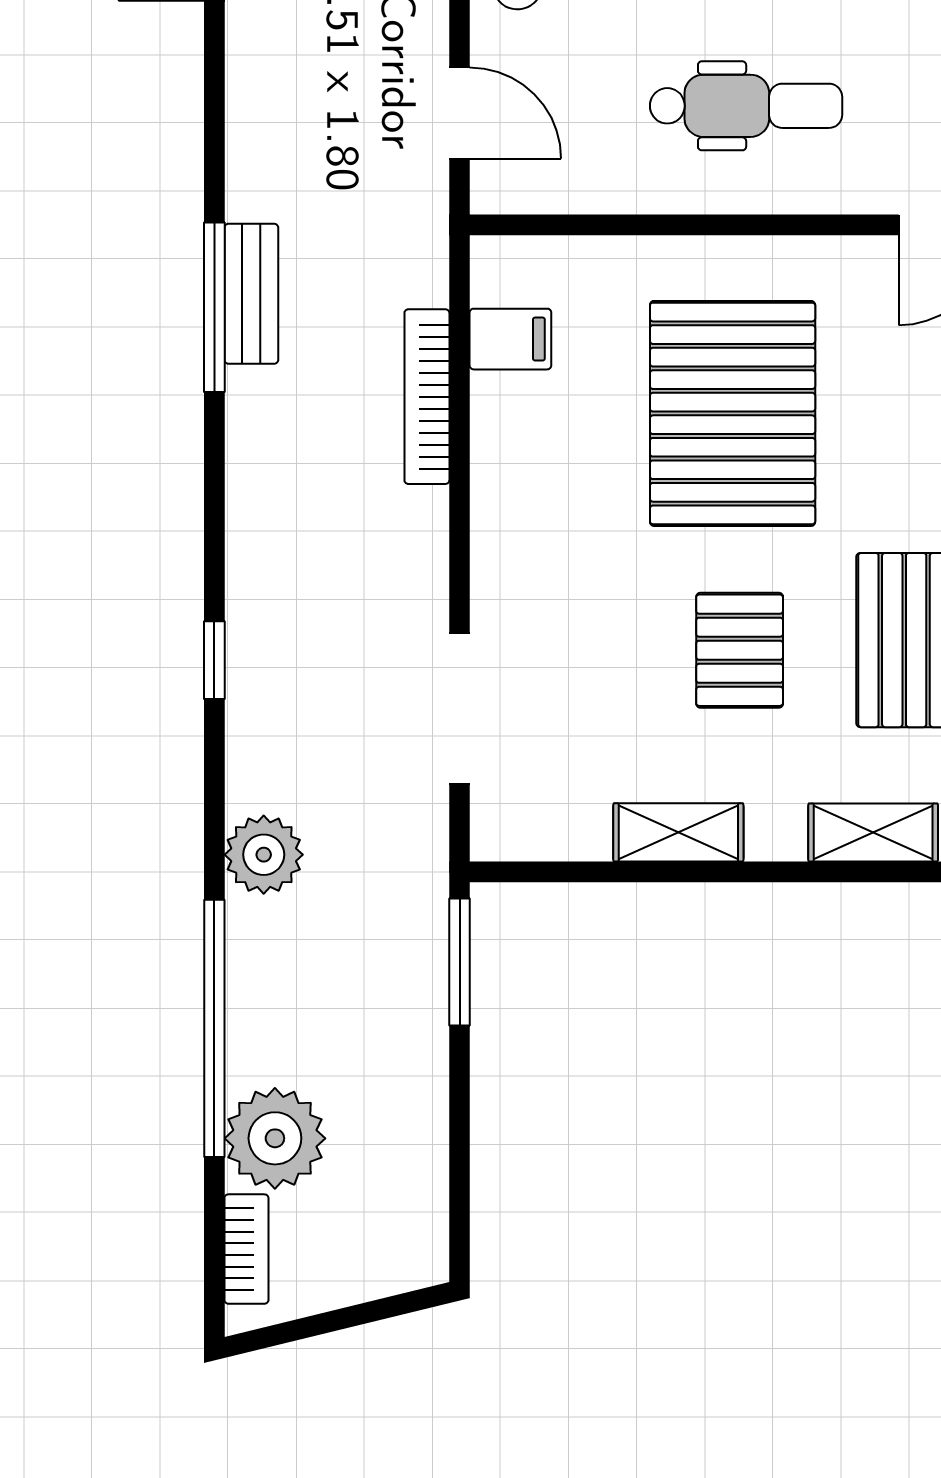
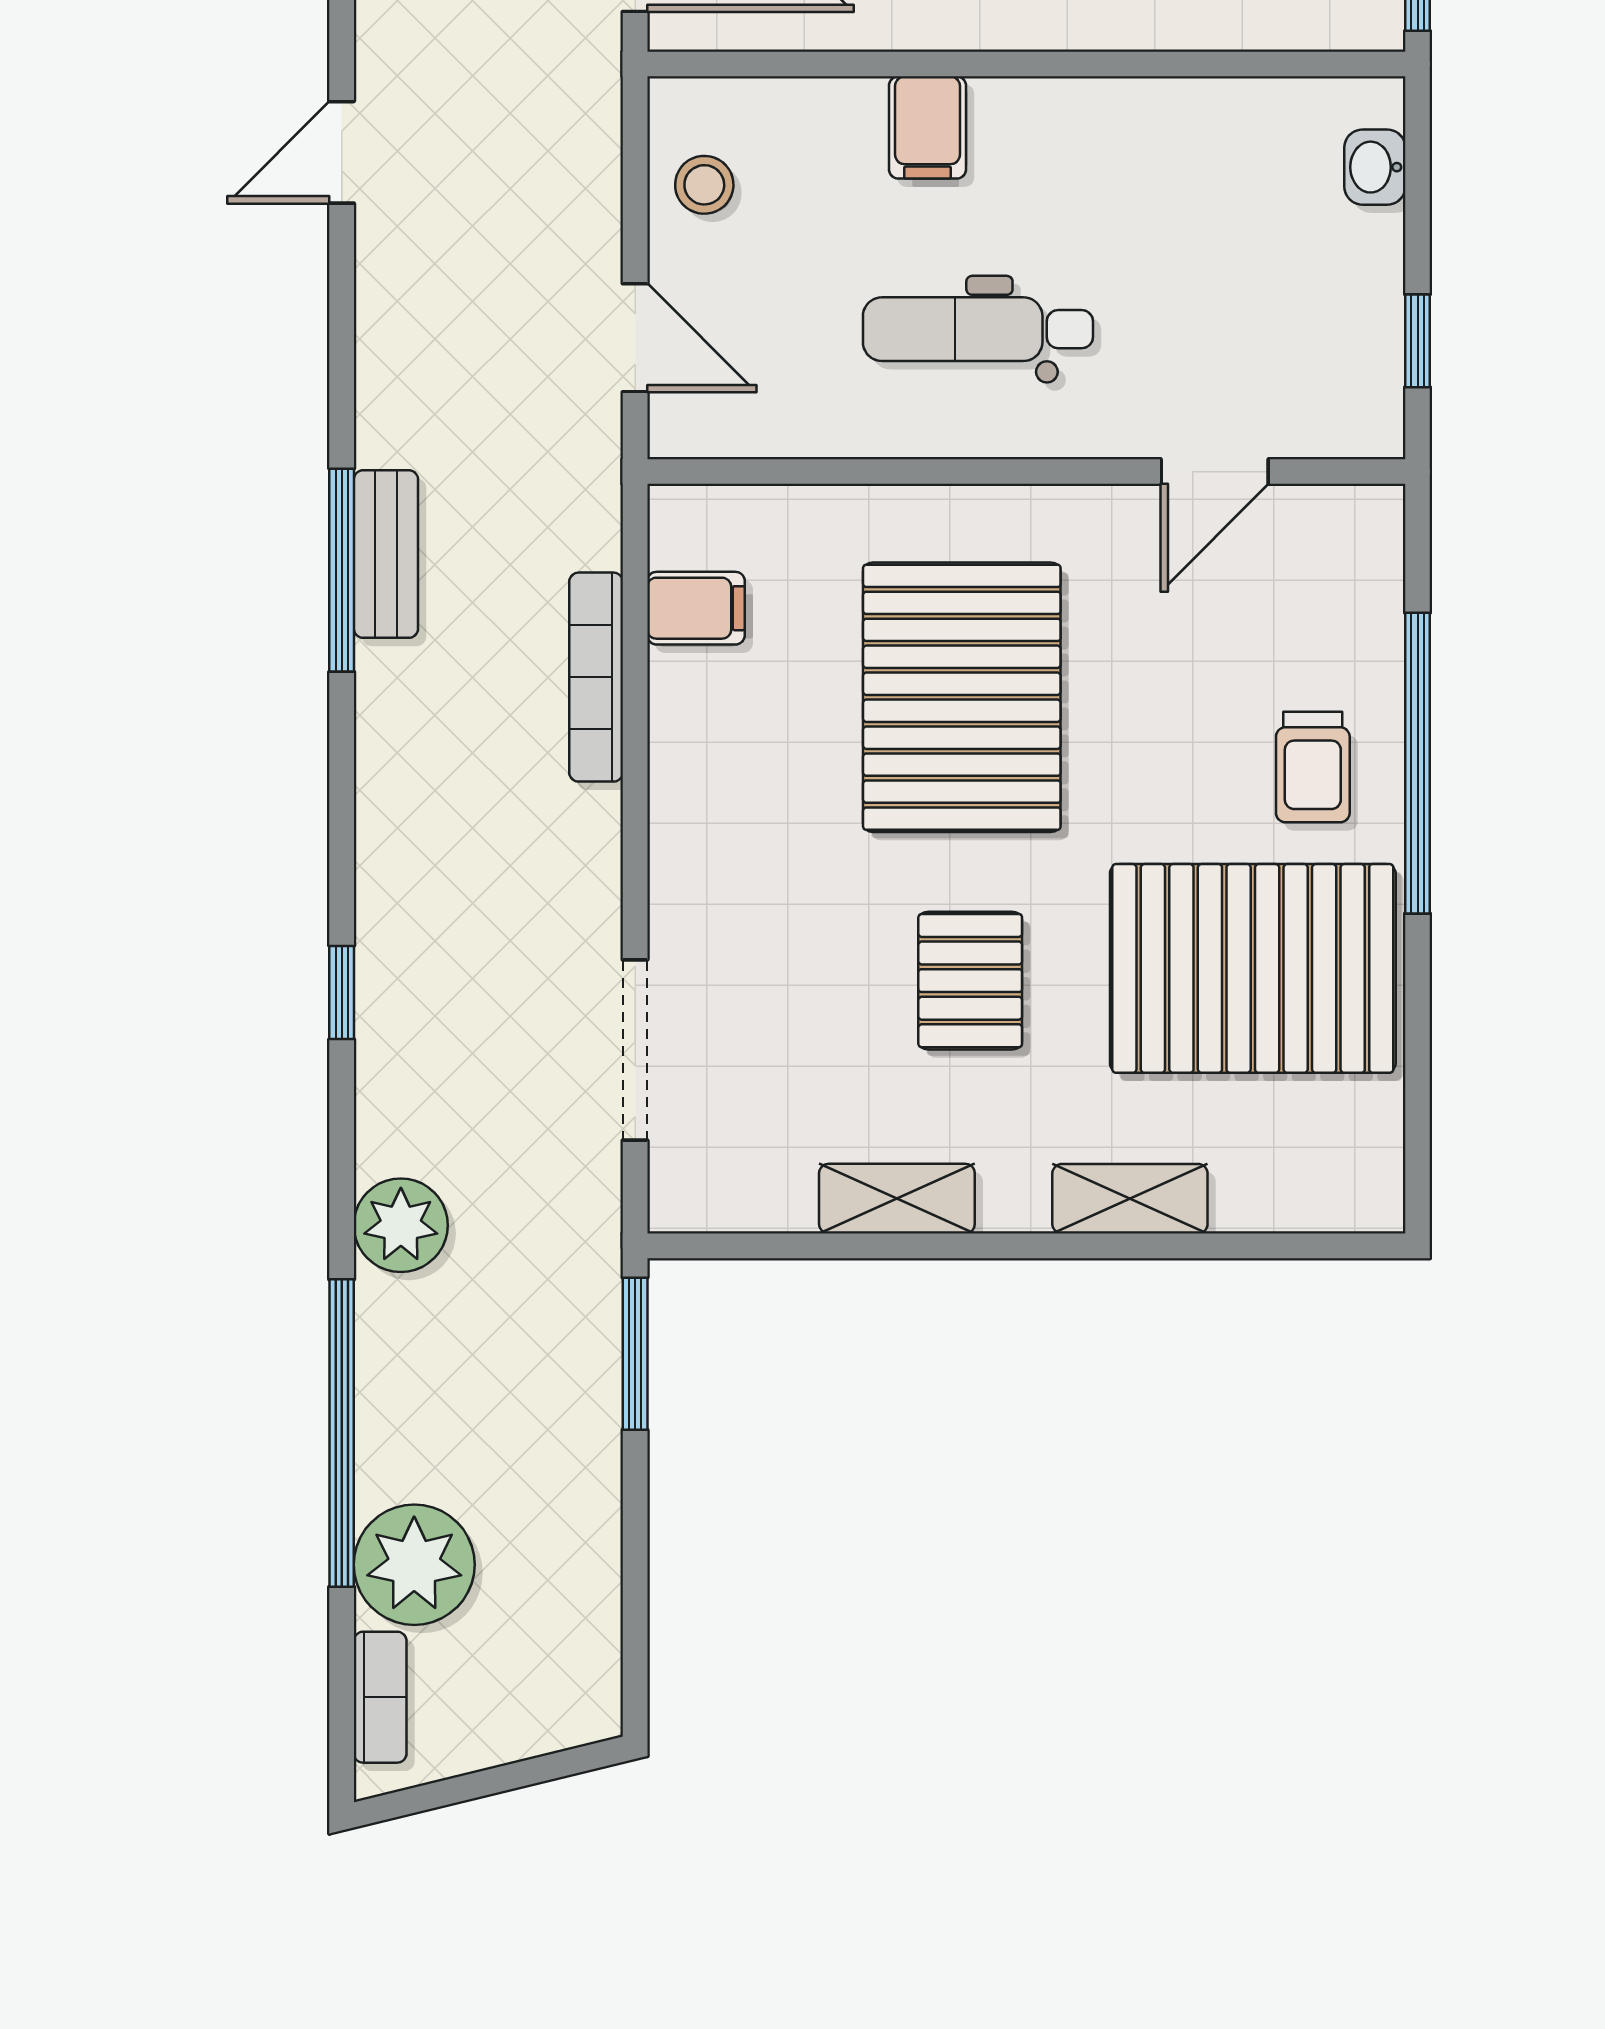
dental chair: (746, 106) -> (978, 329), turned 180

